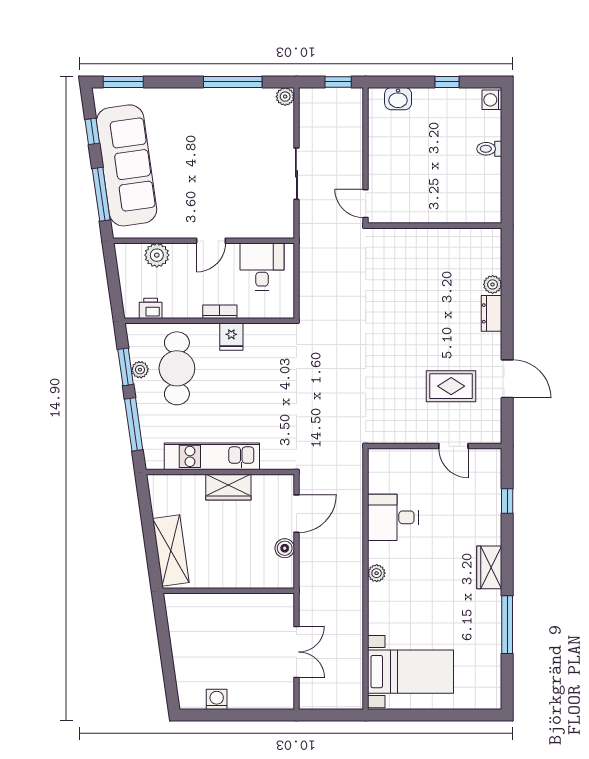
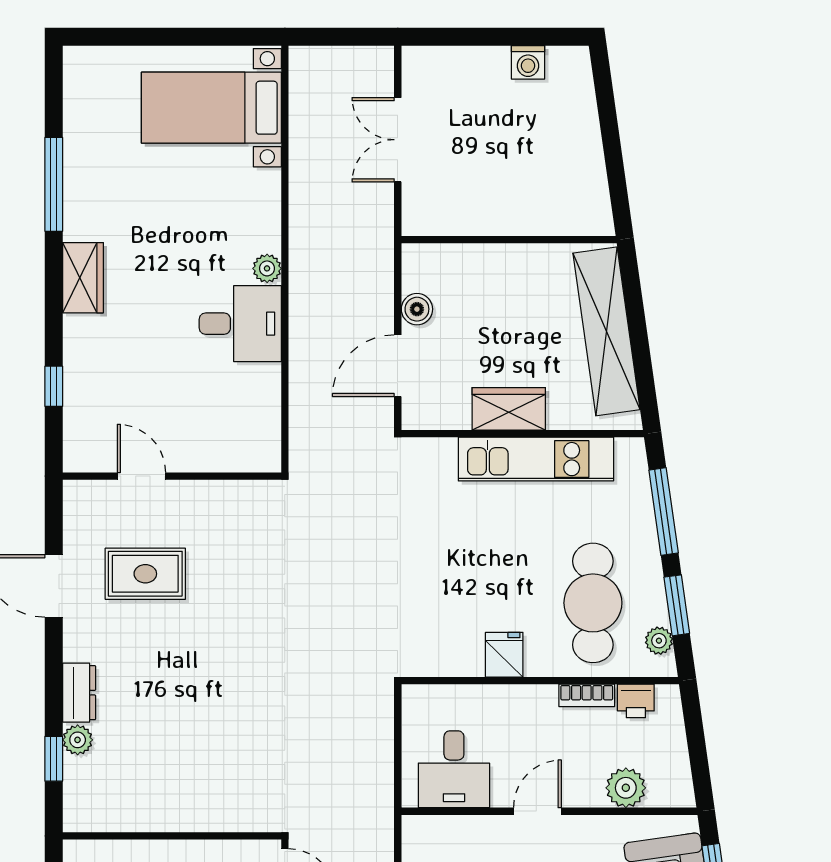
window: (507, 273) -> (54, 759), added
bookcase: (220, 312) -> (587, 695), moved
plant: (140, 370) -> (659, 641), moved
desk: (393, 517) -> (240, 324), moved
shelving: (171, 550) -> (607, 331), width x1.47

